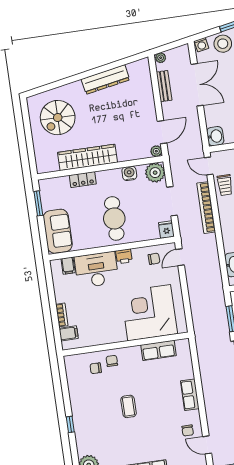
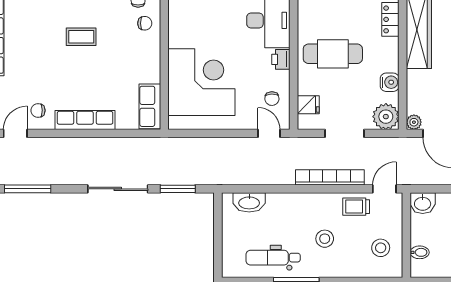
fridge: (166, 230) -> (308, 105), moved
row of seats: (158, 350) -> (150, 106), moved
row of seats: (190, 395) -> (85, 120), width x1.48

